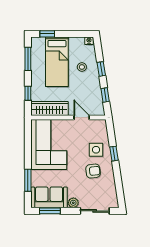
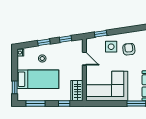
wardrobe: (49, 108) -> (77, 91), width x0.67
door: (82, 118) -> (84, 59), swing flipped
window: (114, 154) -> (101, 34), moved

